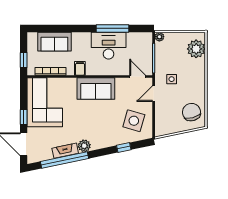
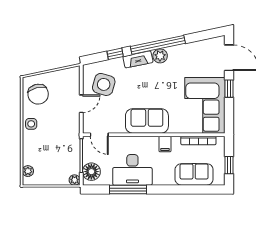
floor lamp: (145, 44) -> (91, 172), added
plant: (196, 49) -> (28, 171), width x0.53, depth x0.53
window: (24, 60) -> (229, 165), moved
side table: (172, 79) -> (31, 124), moved
door: (154, 94) -> (81, 104), moved
fireplace: (65, 151) -> (138, 59), moved
window: (65, 160) -> (158, 45), moved

